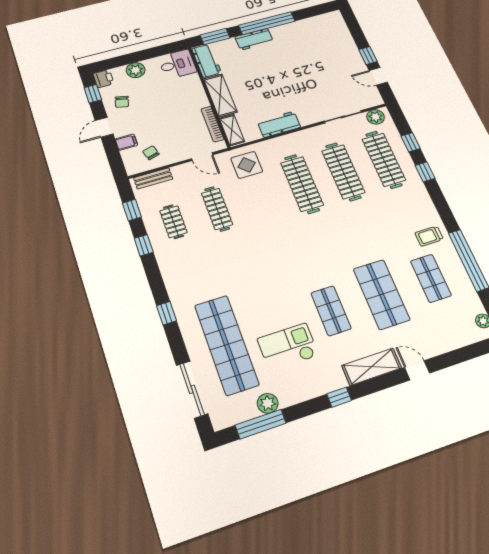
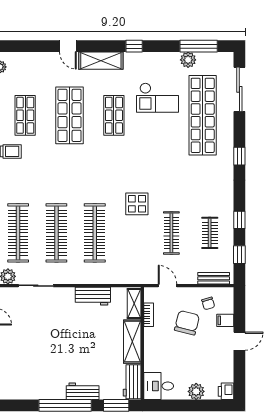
window: (93, 94) -> (239, 378), removed
chair: (122, 102) -> (187, 323), moved, width x1.87, depth x1.87
bookcase: (212, 124) -> (149, 315), width x0.64
display table: (247, 165) -> (137, 204), moved

